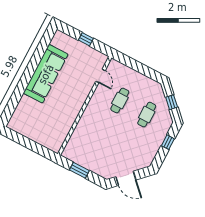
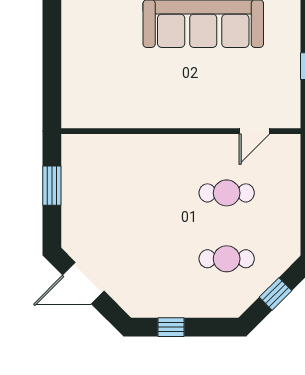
window: (168, 142) -> (171, 327), moved
door: (126, 178) -> (83, 283), hinge flipped

